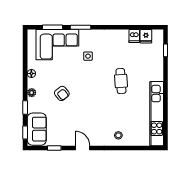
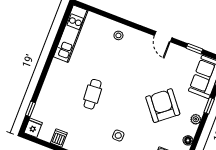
fridge: (146, 36) -> (33, 128), moved
armchair: (62, 93) -> (163, 106), width x1.88, depth x1.88
kitchen unit: (157, 114) -> (71, 34), width x0.73

